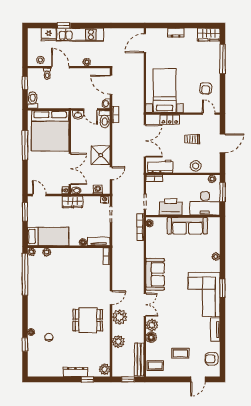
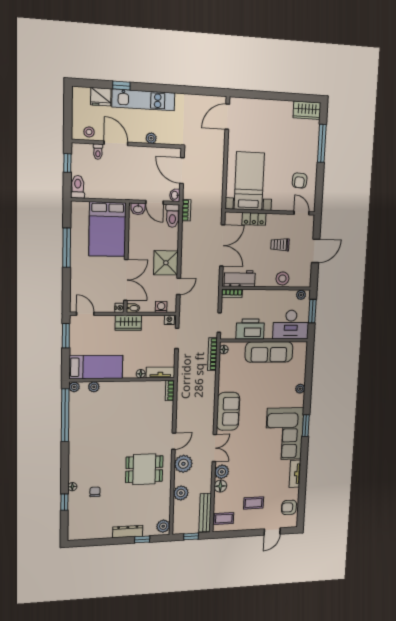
dresser: (176, 33) -> (266, 105), removed
bed: (50, 131) -> (107, 229), width x0.73

